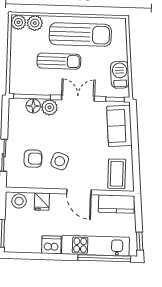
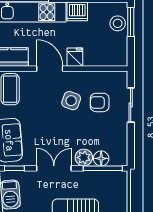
double door: (78, 98) -> (54, 168), swing flipped
stool: (19, 201) -> (118, 23), moved
fridge: (42, 202) -> (75, 57), moved

